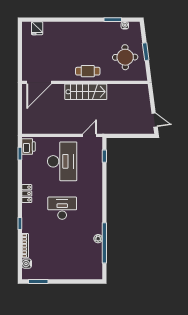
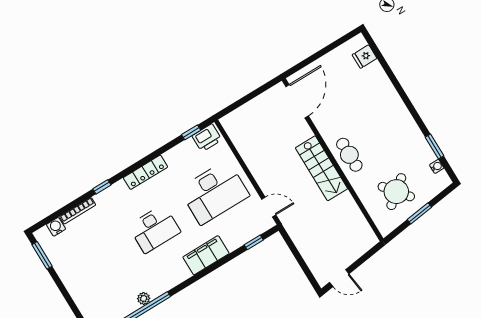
round table: (125, 57) -> (396, 192), turned -38
door: (39, 82) -> (297, 101), swing flipped
door: (155, 120) -> (339, 278), hinge flipped
filing cabinet: (95, 188) -> (206, 255), added
locker: (27, 194) -> (145, 172), width x1.53
desk: (62, 208) -> (154, 229), turned 90

